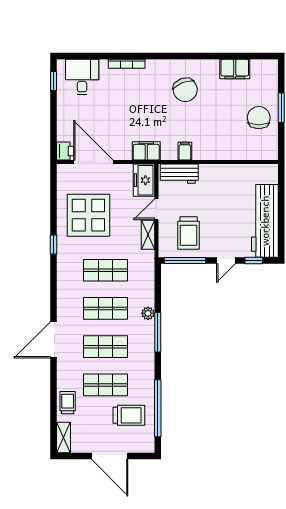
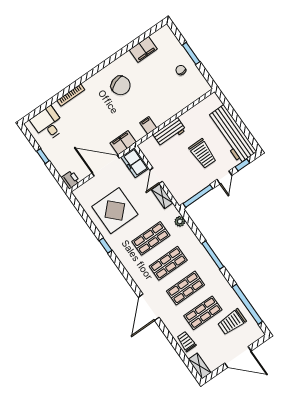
window: (53, 81) -> (43, 156), moved
chair: (259, 118) -> (181, 70), width x0.54, depth x0.54
door: (93, 162) -> (106, 166), moved
workbench: (179, 174) -> (169, 132), moved
trolley: (189, 233) -> (203, 154), moved
plant: (148, 313) -> (180, 221), moved
trolley: (129, 415) -> (232, 322), turned 180

